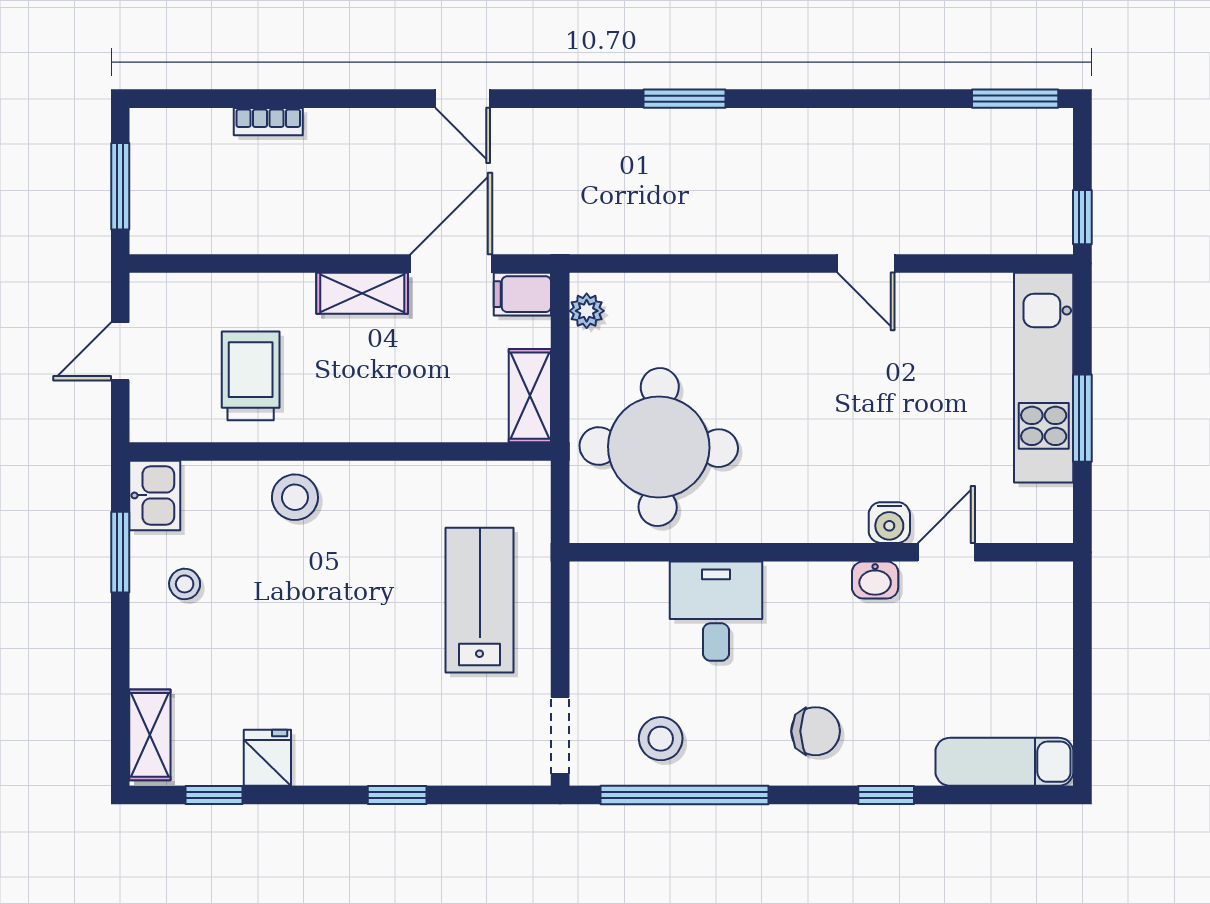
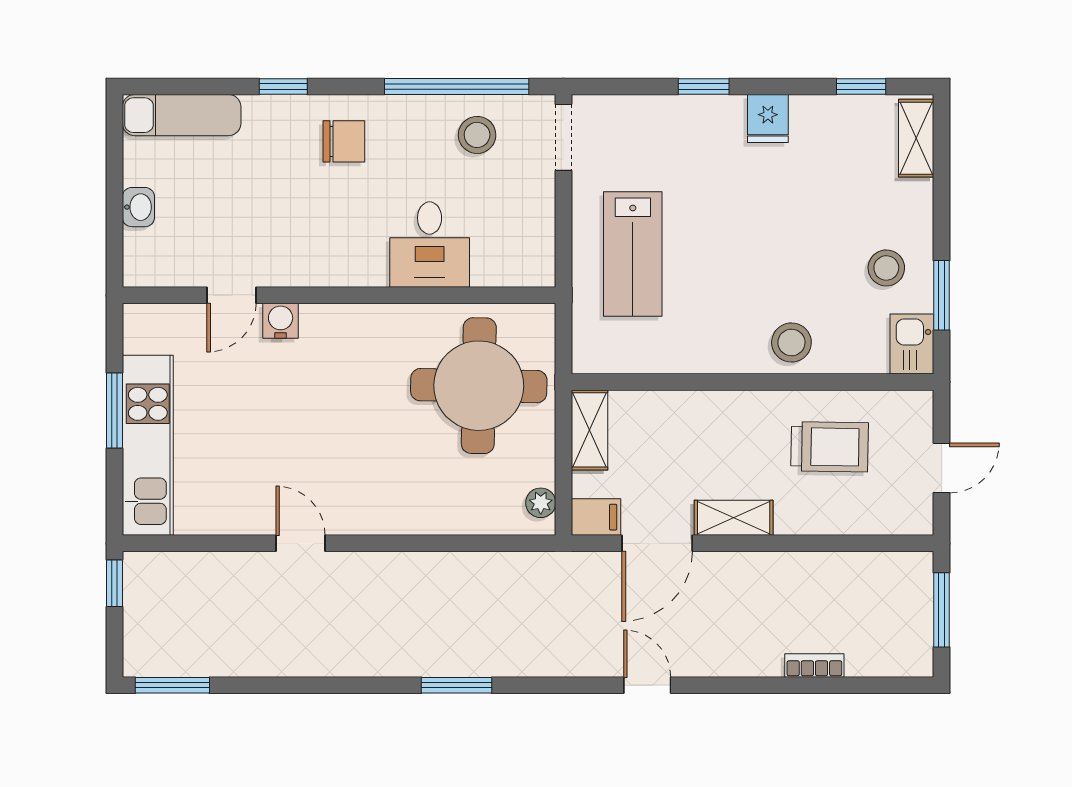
trolley: (251, 376) -> (830, 447), turned -89
washbasin: (875, 580) -> (138, 207), moved, turned 90
stool: (185, 584) -> (886, 268), width x1.37, depth x1.37
chair: (816, 731) -> (344, 141), turned 180
fridge: (267, 758) -> (768, 119), moved

